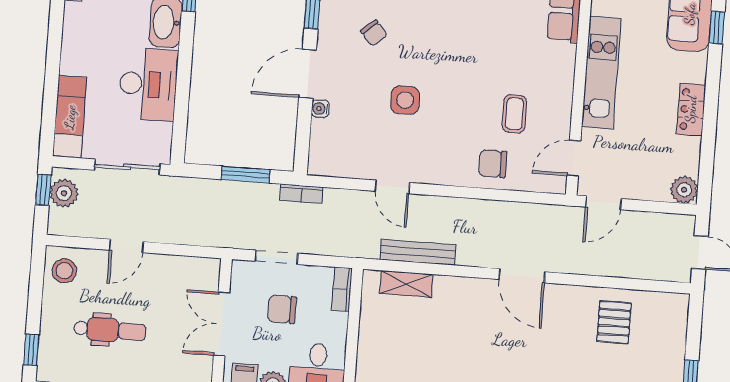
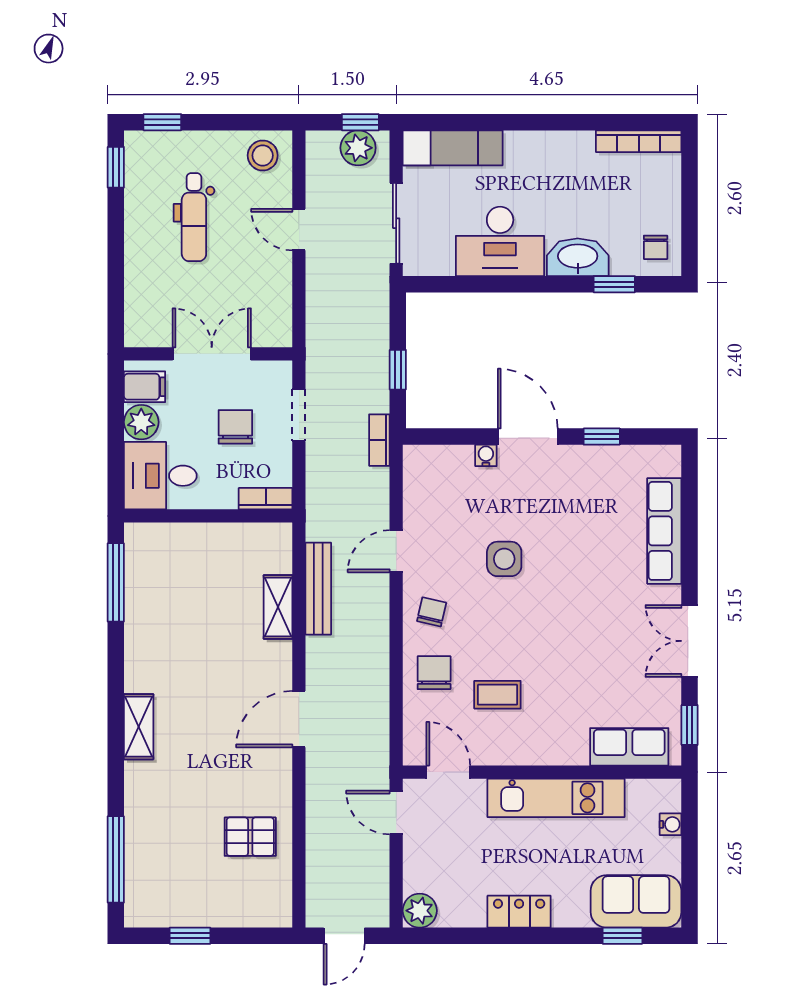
chair: (374, 33) -> (432, 612), moved, turned 144
window: (246, 175) -> (398, 370), width x0.67
shelving: (406, 284) -> (278, 607), moved

